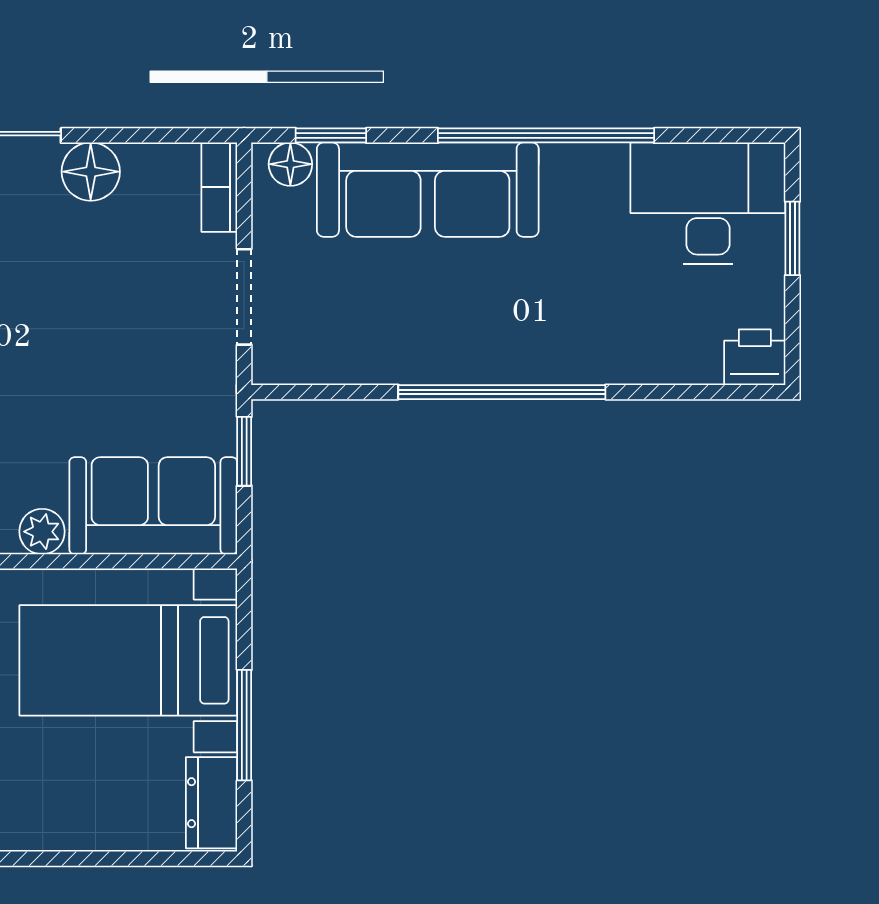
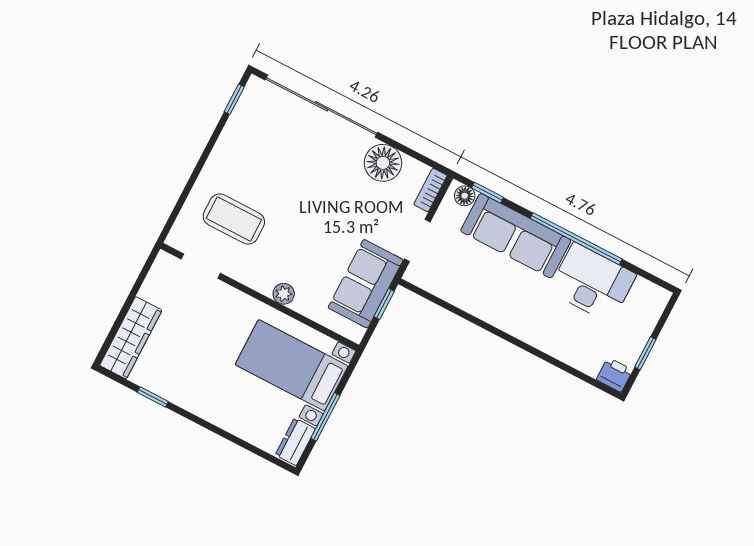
floor lamp: (91, 172) -> (383, 163), width x1.38, depth x1.38
desk: (708, 203) -> (592, 283), moved
window: (792, 238) -> (645, 353), moved
window: (502, 392) -> (503, 335), removed
sofa: (153, 506) -> (366, 284), moved, turned -90

